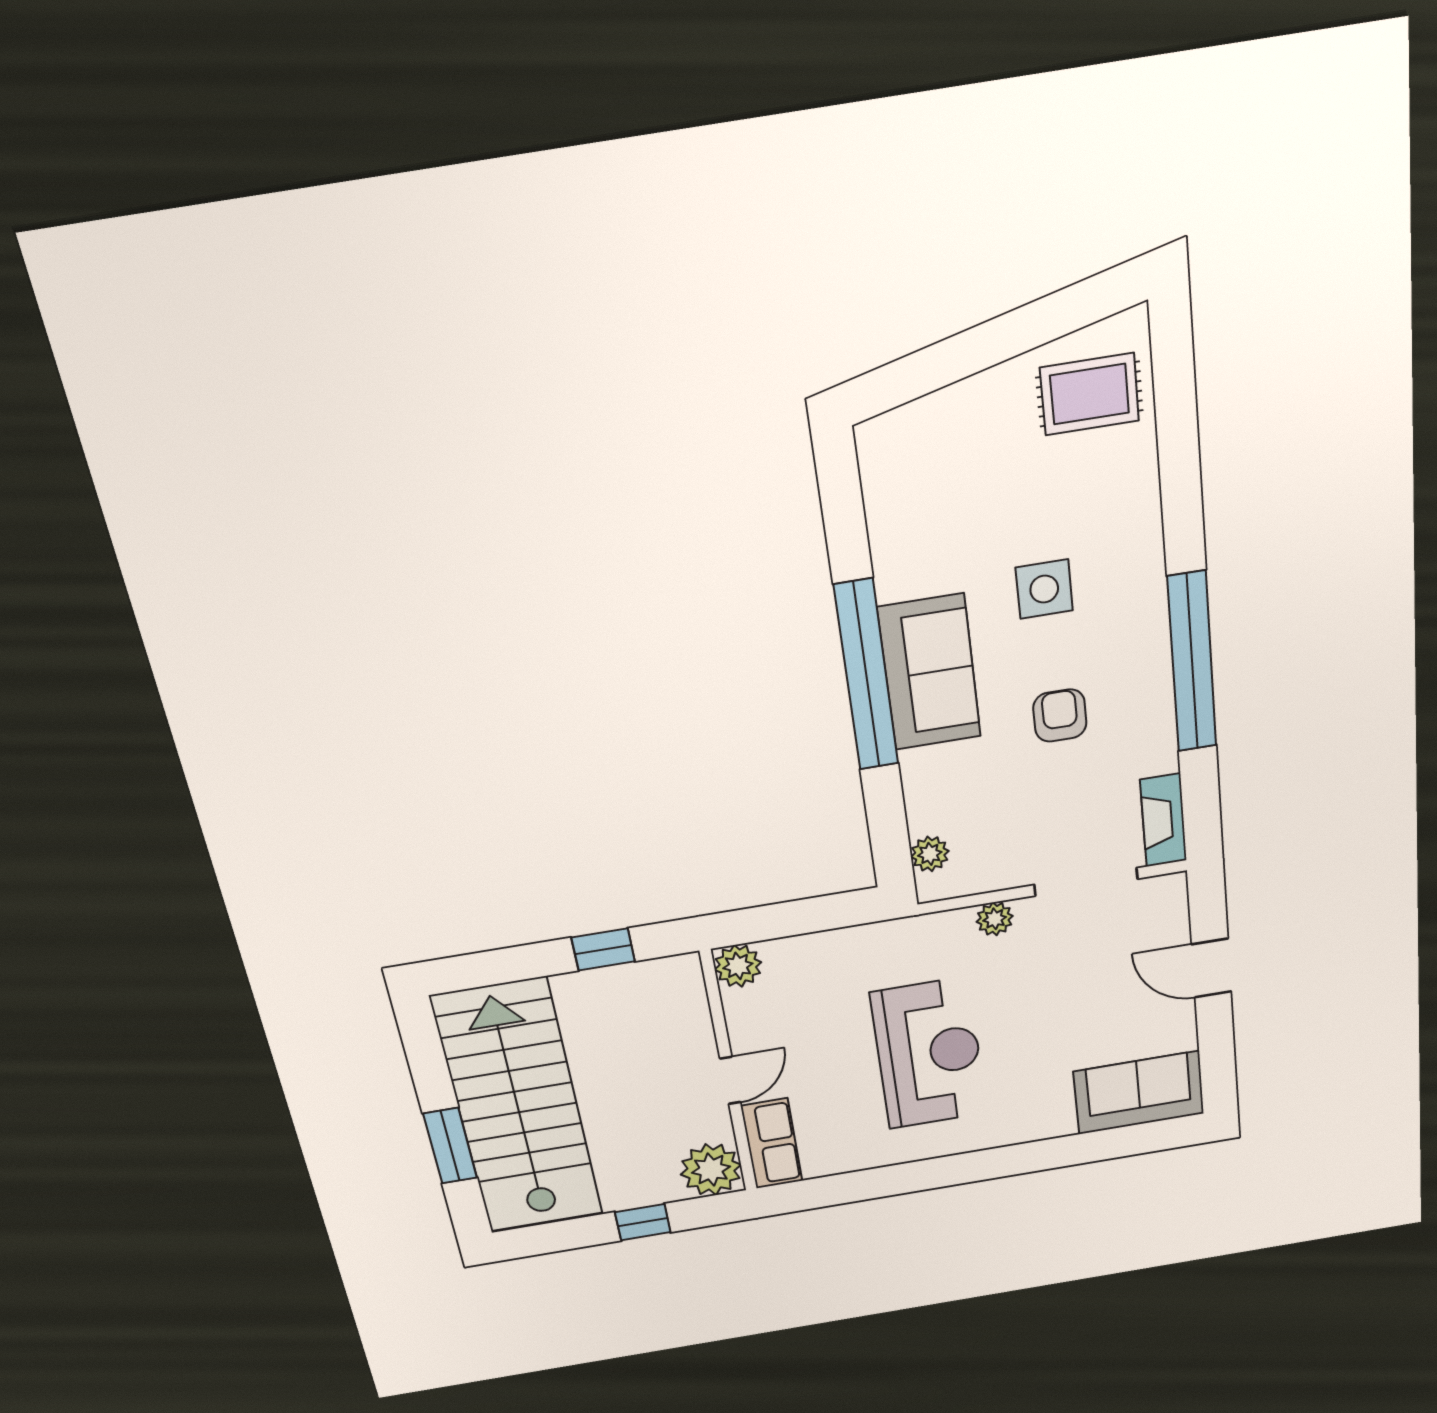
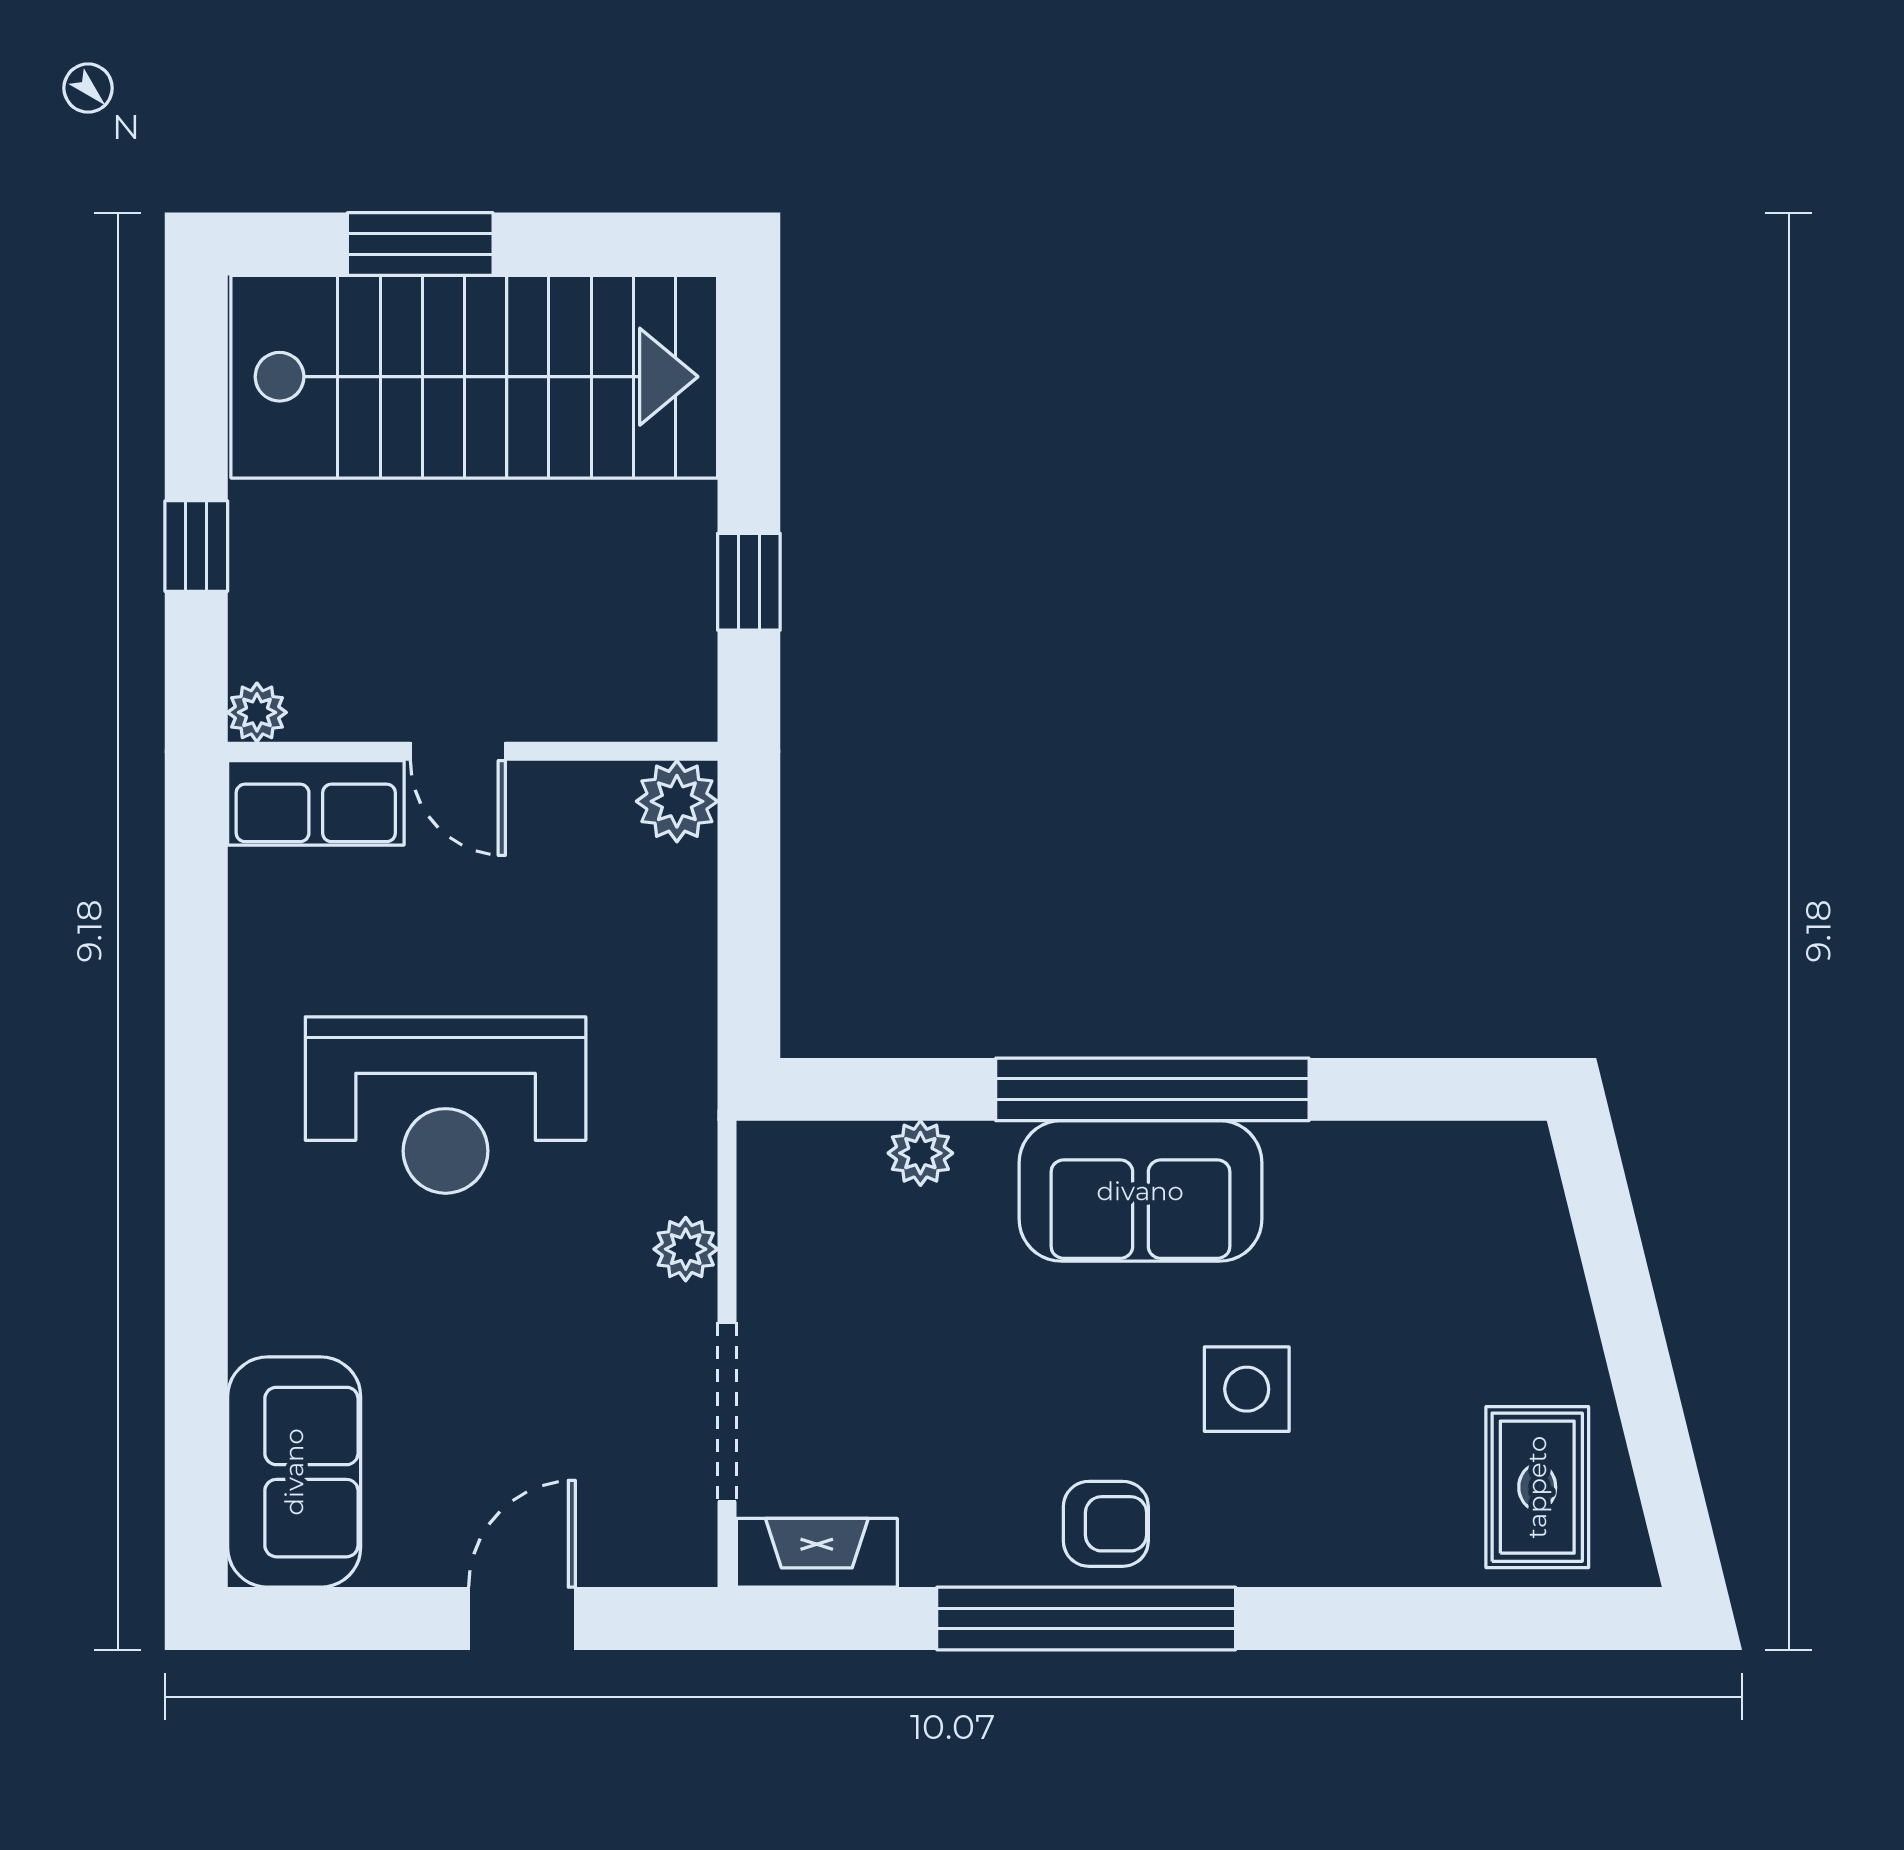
armchair: (1060, 716) -> (1106, 1524), moved
plant: (930, 854) -> (920, 1153), moved
plant: (711, 1170) -> (257, 712), width x0.53, depth x0.53

